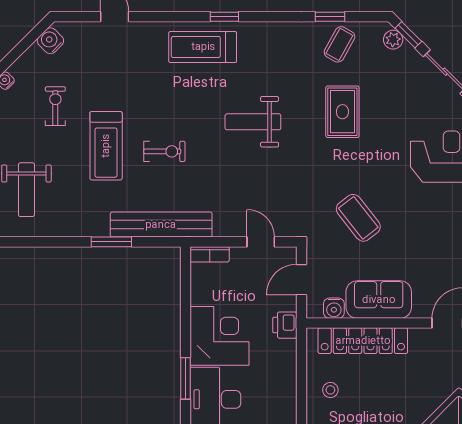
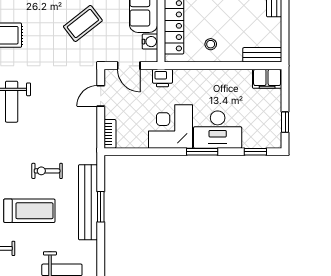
exercise bike: (164, 151) -> (47, 171), moved, turned -90
bench: (161, 225) -> (88, 202), moved

